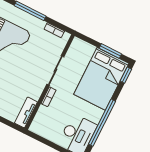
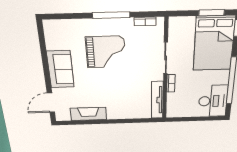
tv unit: (26, 112) -> (157, 100), width x1.41

